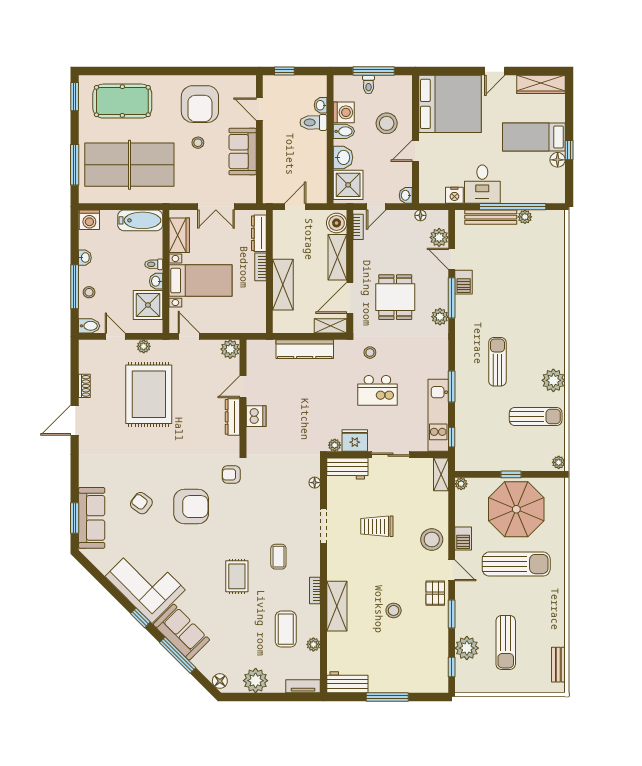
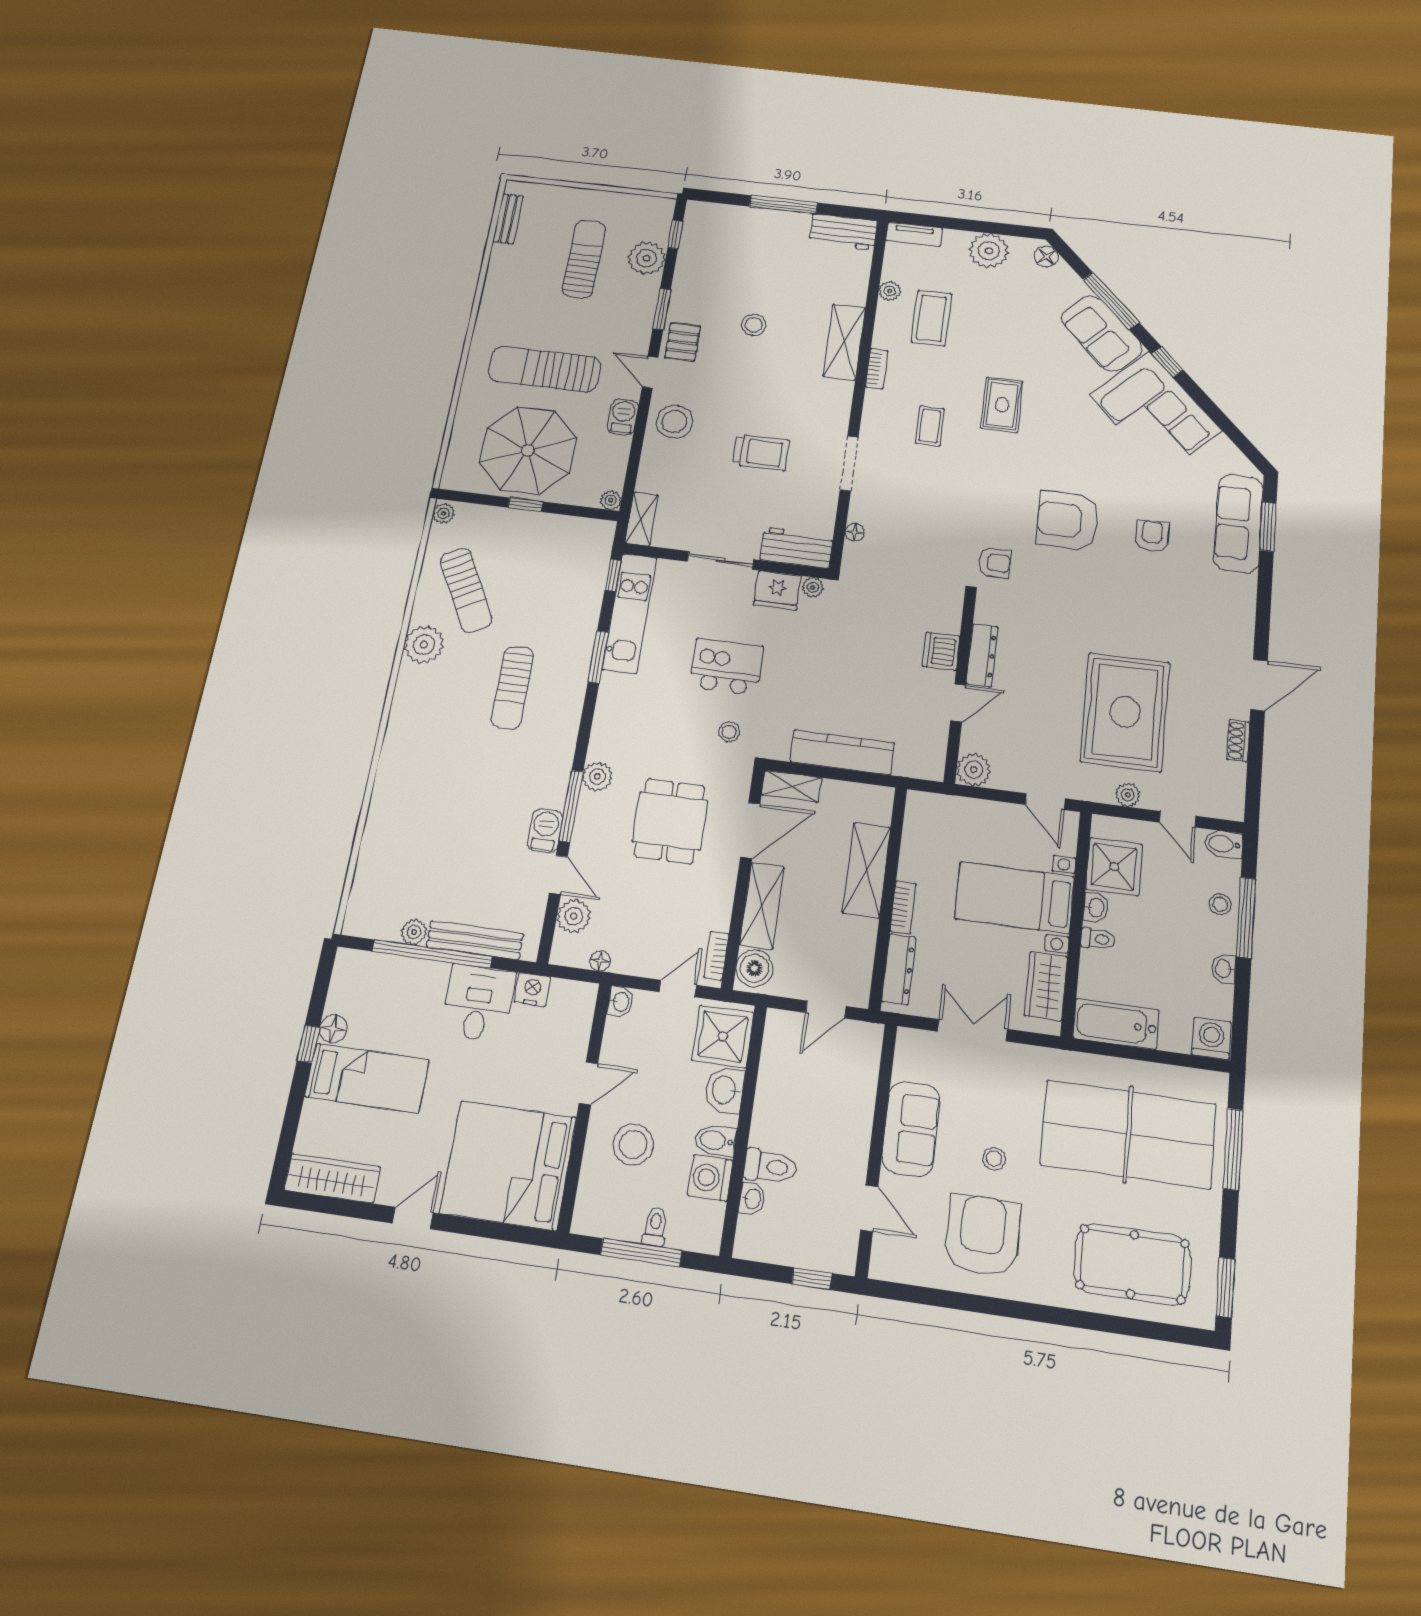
sun lounger: (536, 417) -> (466, 590), turned -118
armchair: (141, 503) -> (1152, 536), turned -126

